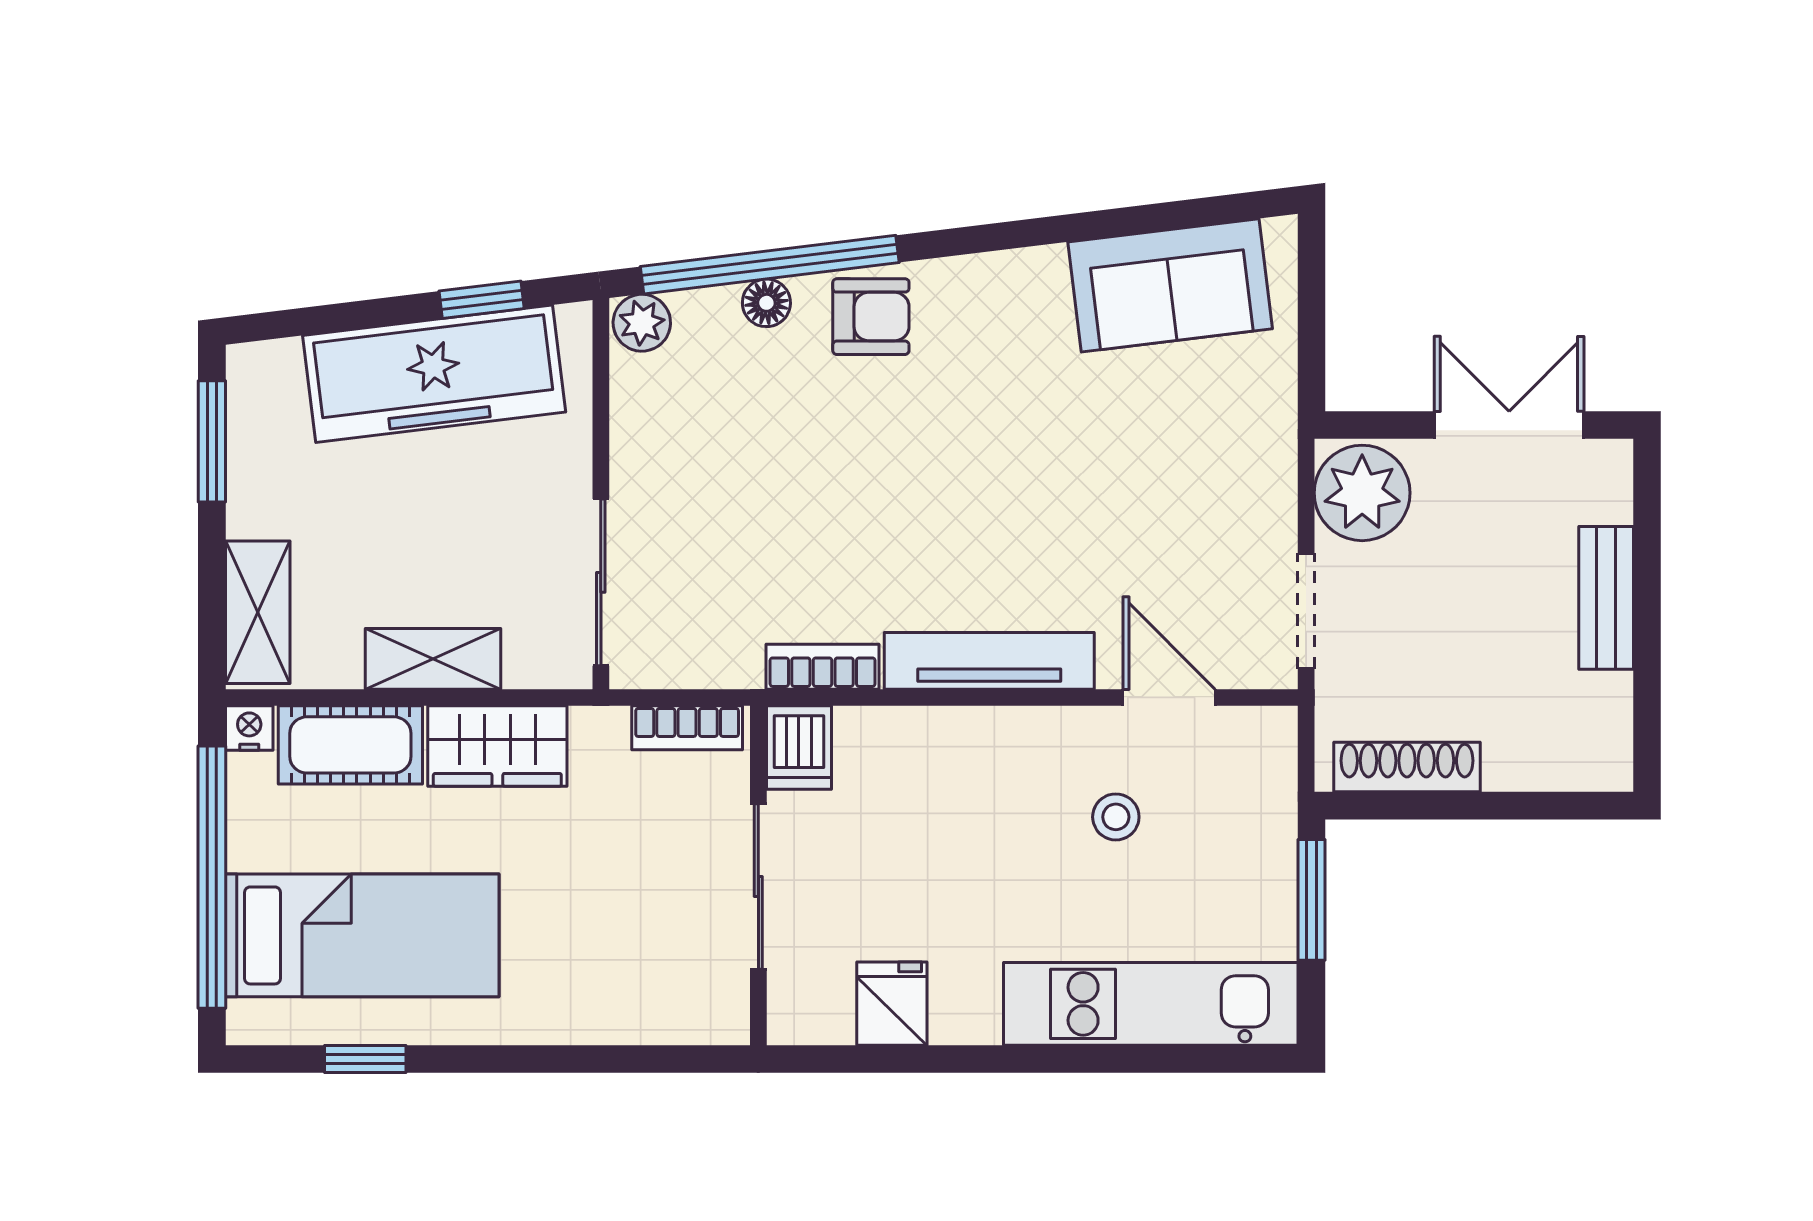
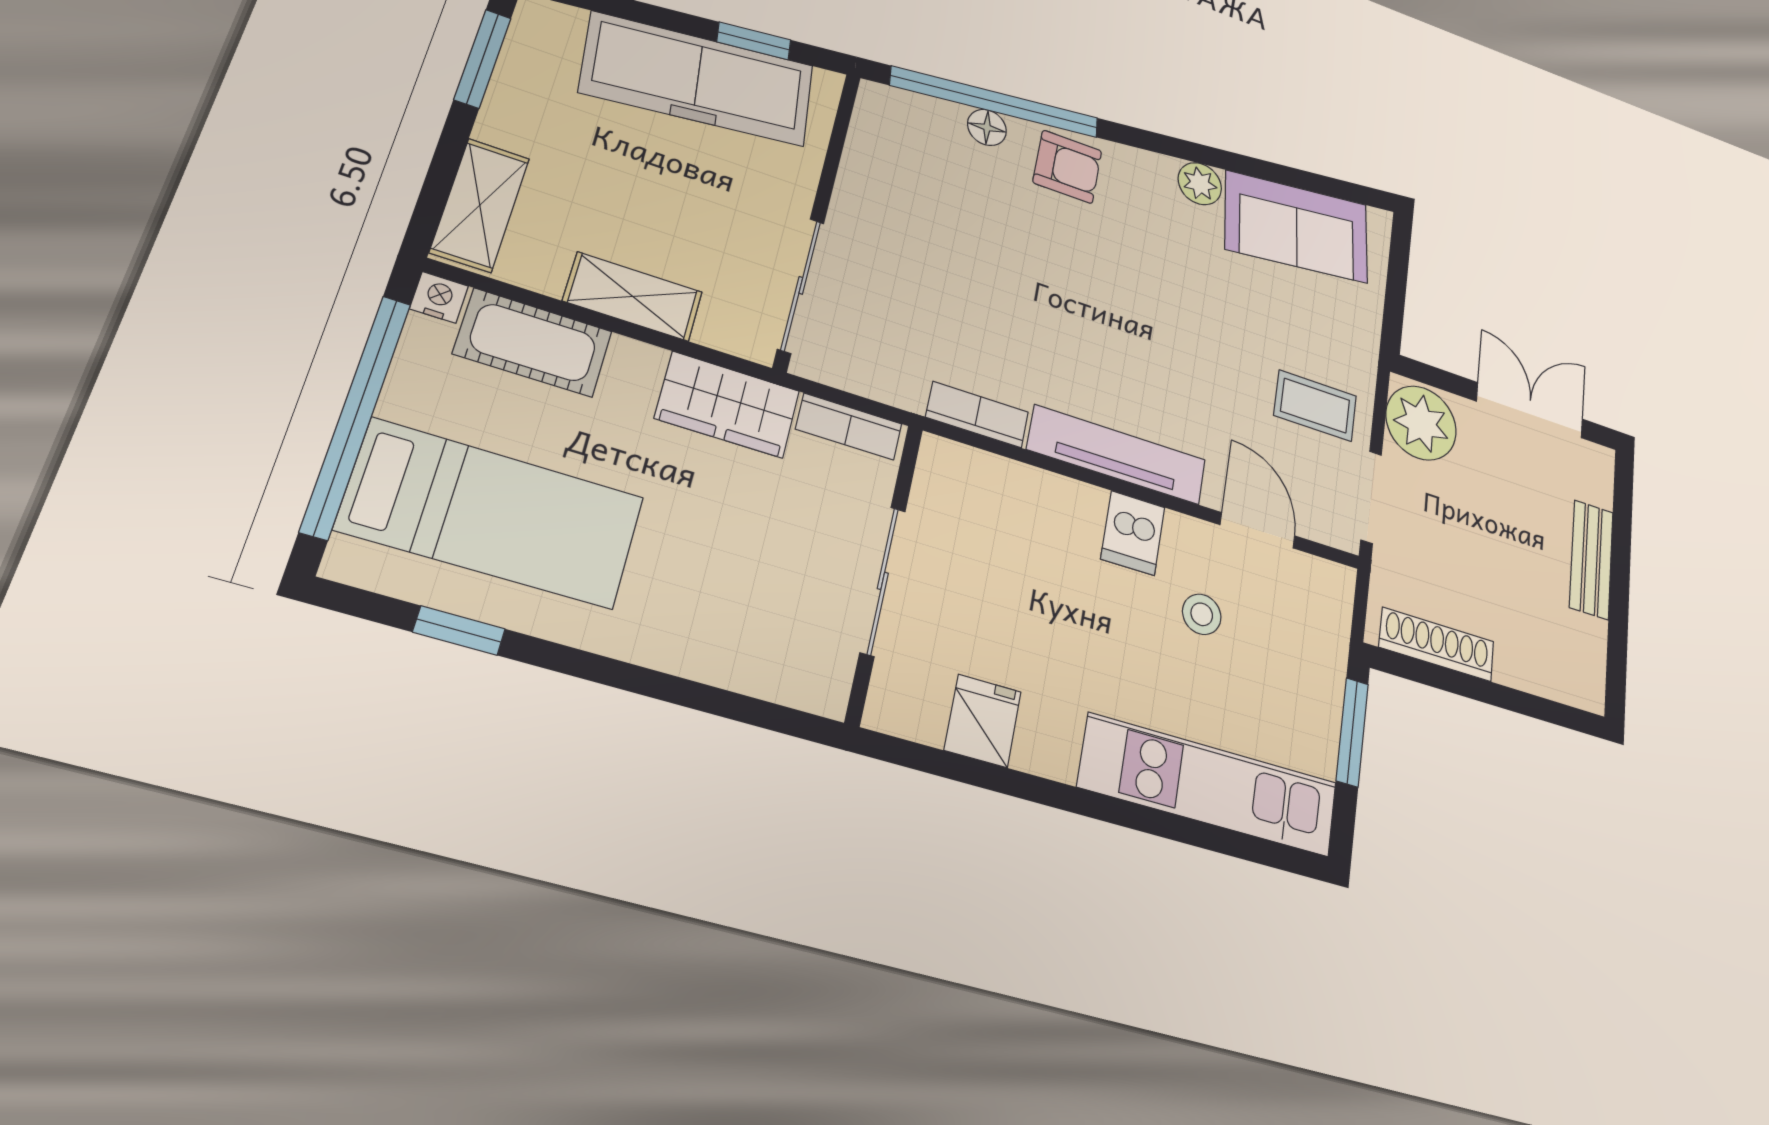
plant: (642, 323) -> (1200, 184), moved
coffee table: (1222, 518) -> (1315, 406), added
wardrobe: (497, 746) -> (728, 405), moved
dishwasher: (799, 747) -> (1133, 533), moved

